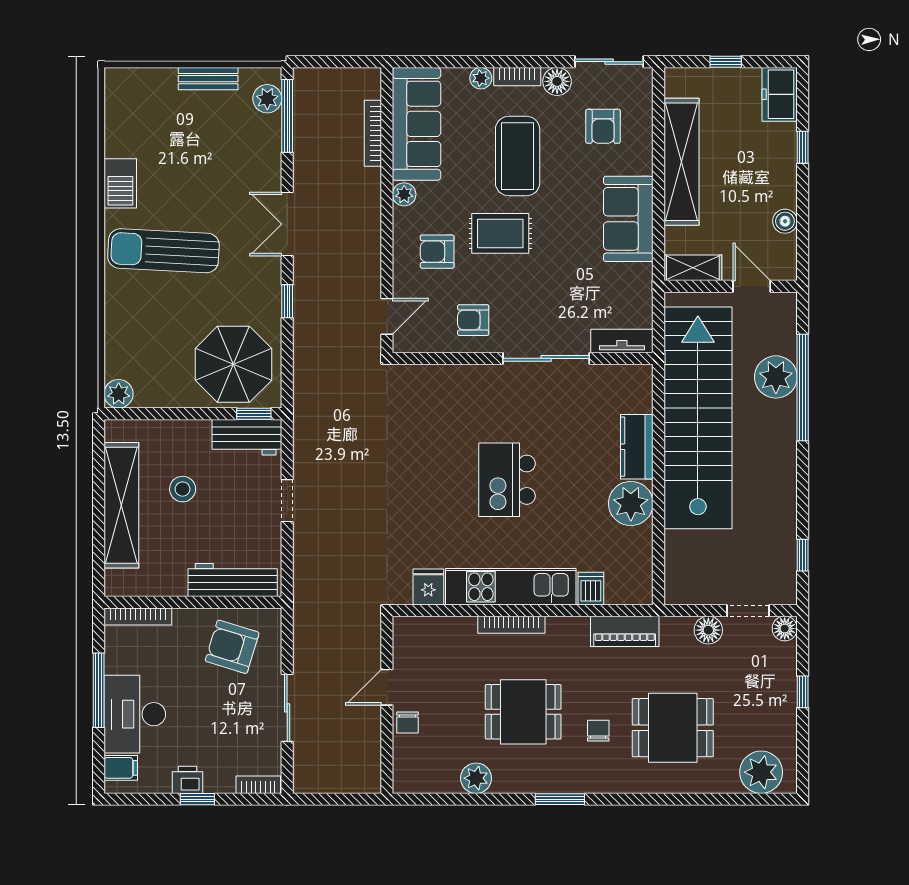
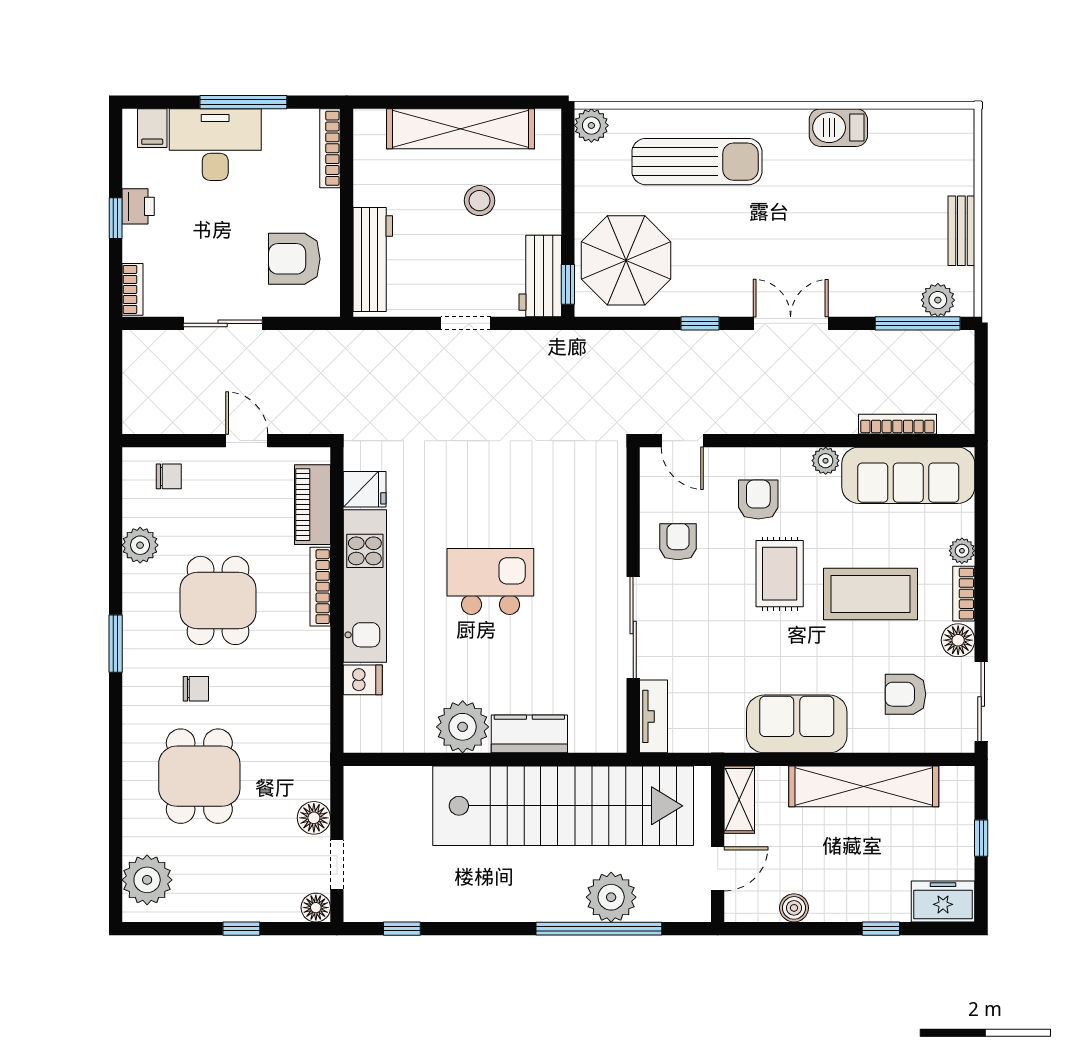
sun lounger: (163, 251) -> (697, 162), moved, turned 87
piano: (625, 631) -> (312, 505), moved
armchair: (232, 647) -> (294, 259), turned -107
chair: (408, 722) -> (169, 476), moved, turned 180

